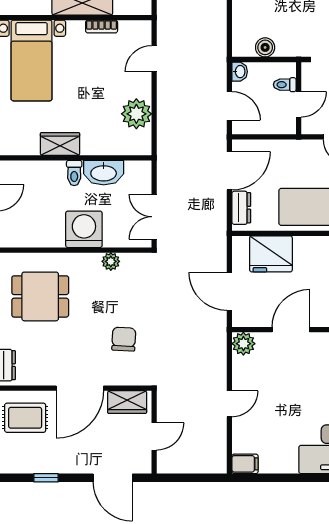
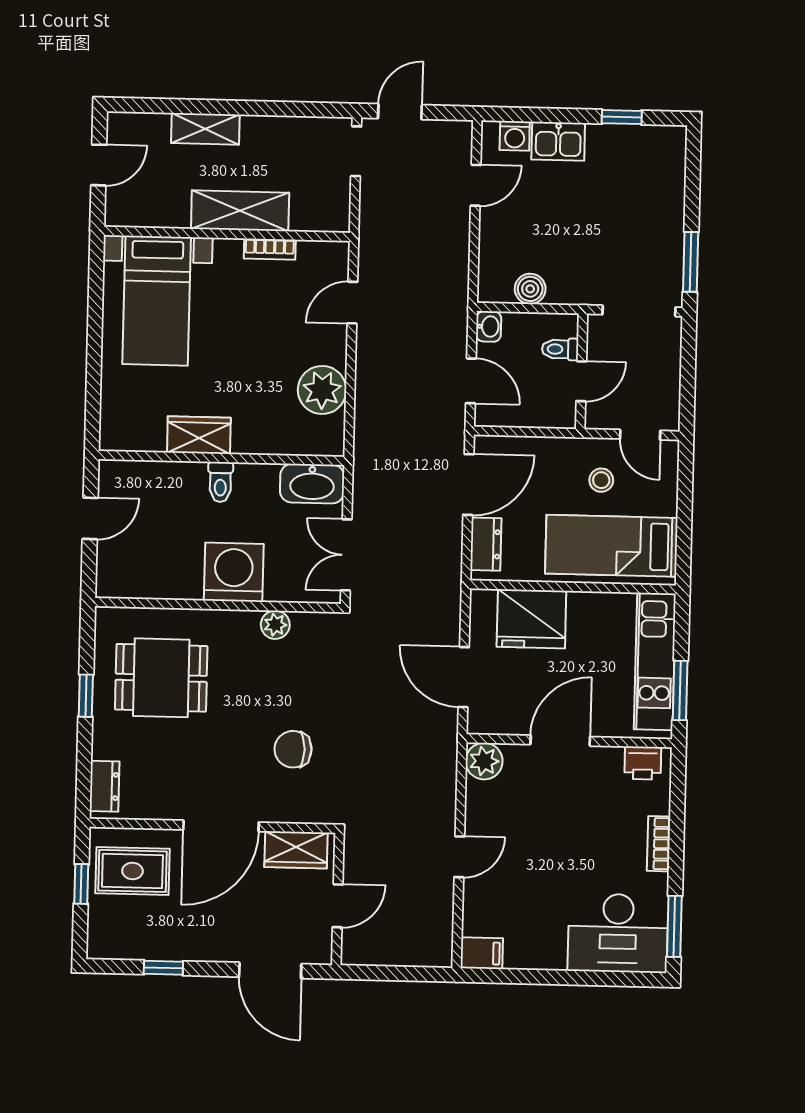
stool: (312, 166) -> (601, 480), added
washbasin: (104, 173) -> (312, 484), moved
chair: (124, 339) -> (293, 749), turned -93

